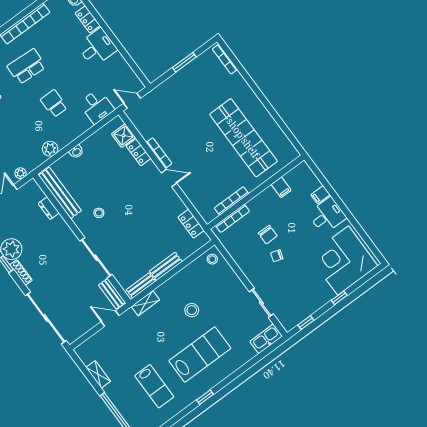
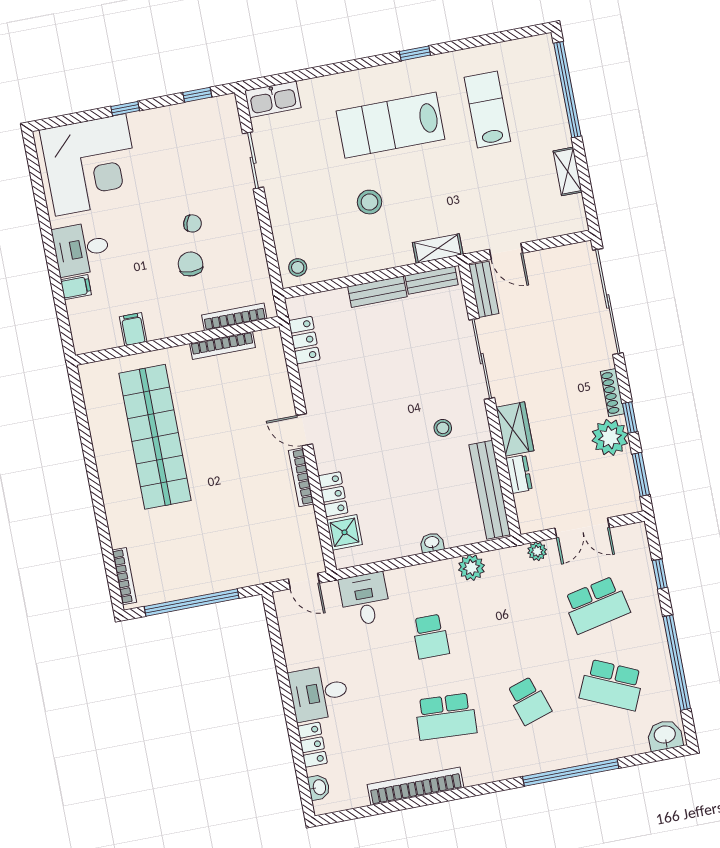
window: (184, 62) -> (192, 602), width x2.11
wardrobe: (62, 230) -> (515, 429), added

